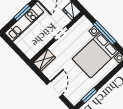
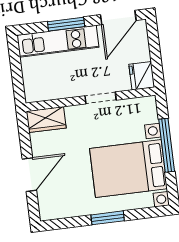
window: (89, 95) -> (108, 218), moved

